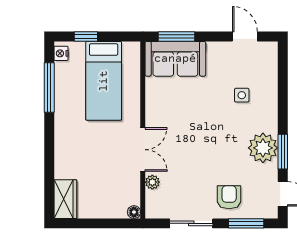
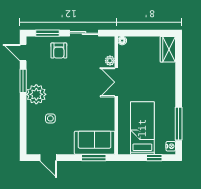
plant: (263, 148) -> (36, 94), moved

